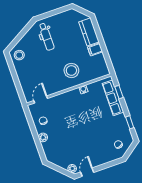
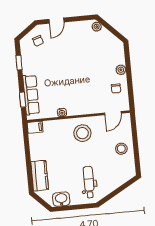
washbasin: (66, 17) -> (61, 199), added
filing cabinet: (95, 49) -> (35, 127), moved
stool: (19, 55) -> (121, 149), moved
stool: (71, 70) -> (82, 133), moved
door: (87, 172) -> (56, 21), moved

